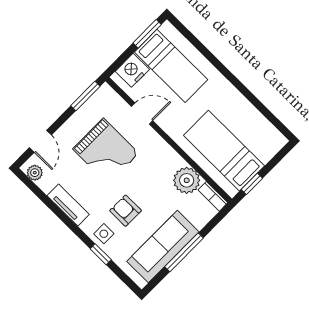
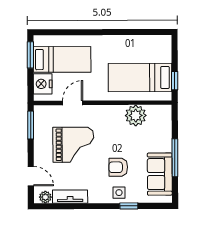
bookcase: (213, 196) -> (160, 110), removed
tv unit: (68, 205) -> (70, 197), moved
sofa: (163, 247) -> (160, 174), width x0.73

